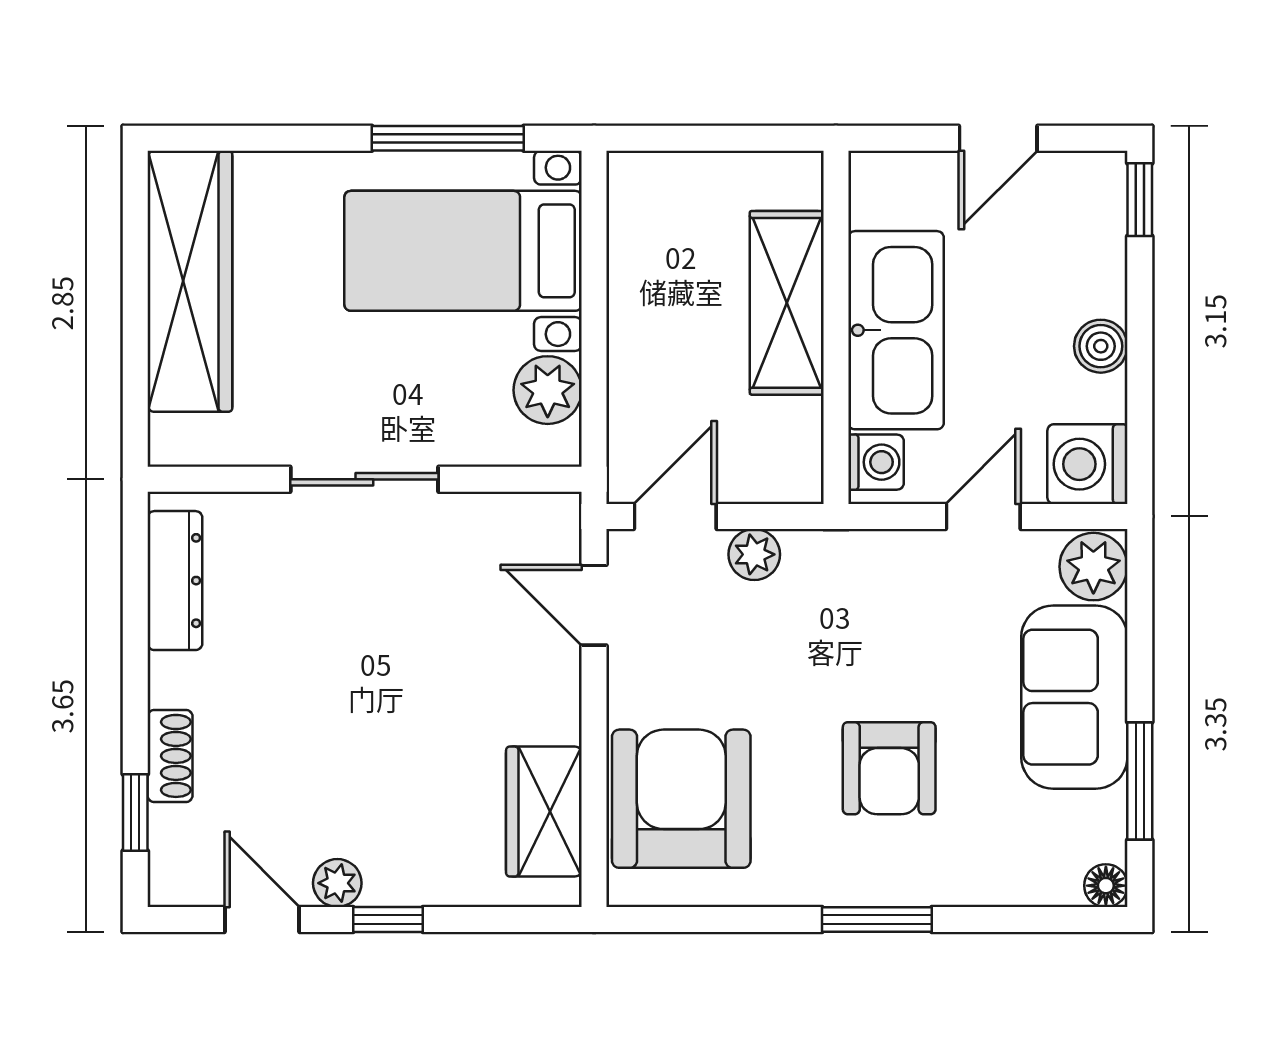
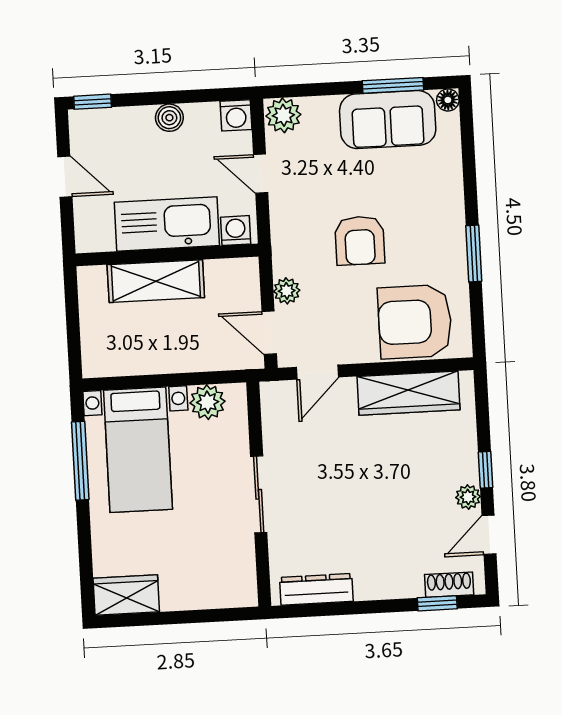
wardrobe: (190, 281) -> (126, 595), width x0.48, depth x0.85
washing machine: (1087, 464) -> (236, 115), width x0.73, depth x0.73
sofa: (1074, 697) -> (388, 120), moved
shoe rack: (170, 756) -> (449, 585), moved
armchair: (889, 768) -> (360, 241), moved, turned 90
wardrobe: (544, 812) -> (409, 393), width x1.50
window: (877, 920) -> (474, 253), moved

